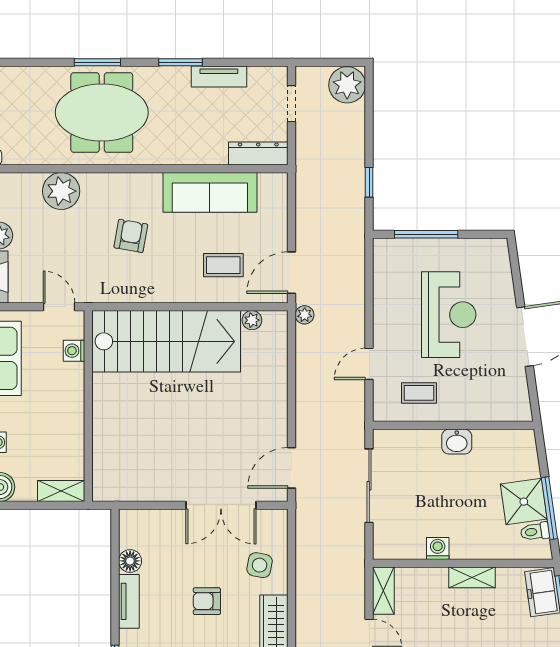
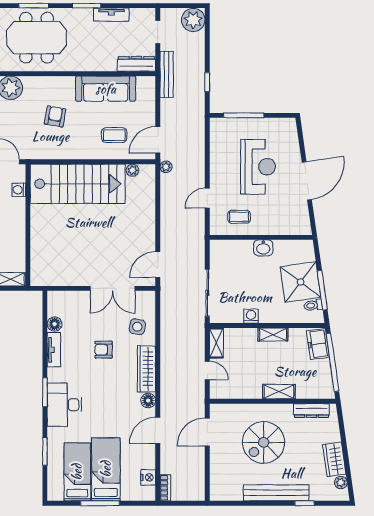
bench: (305, 170) -> (167, 74), added
sliding door: (369, 486) -> (207, 293), moved
shower: (524, 502) -> (301, 282), width x1.37, depth x1.37

